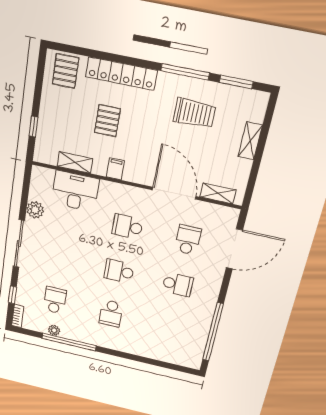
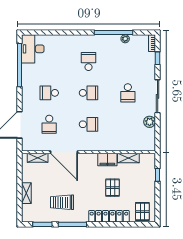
filing cabinet: (115, 169) -> (107, 160), width x2.00
desk: (75, 191) -> (33, 49), moved, turned 90
school desk: (55, 300) -> (128, 93), moved

